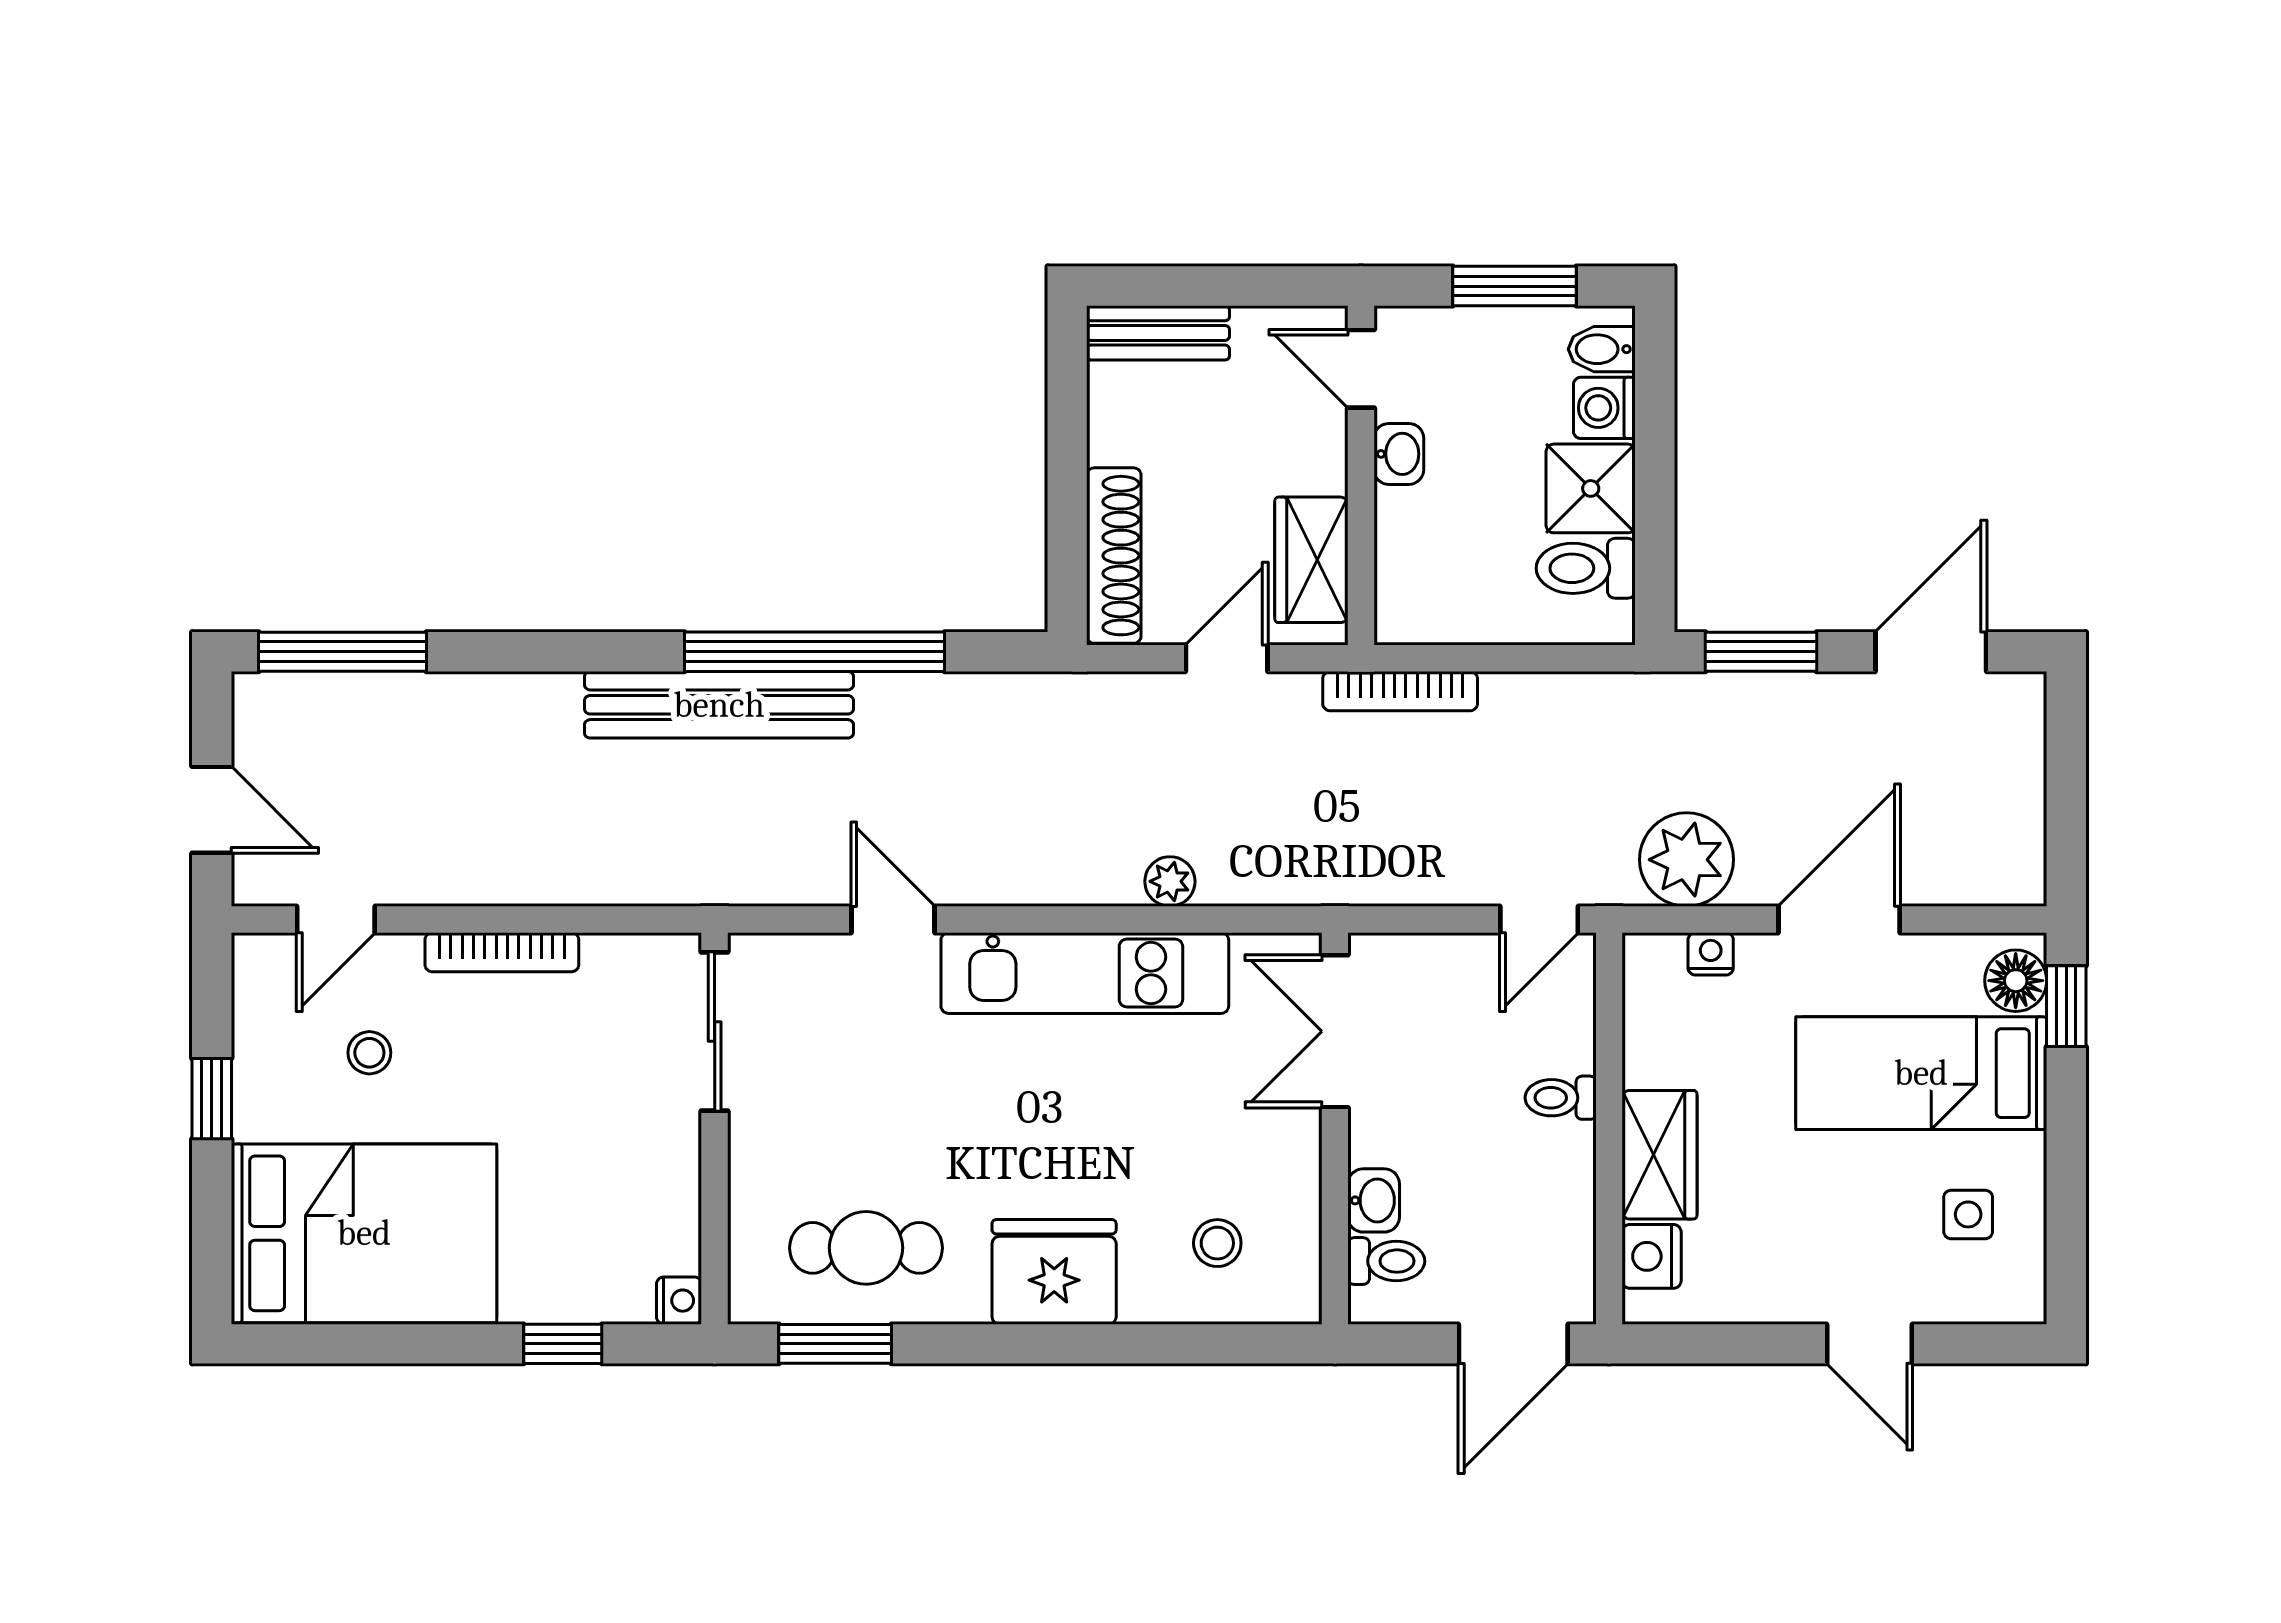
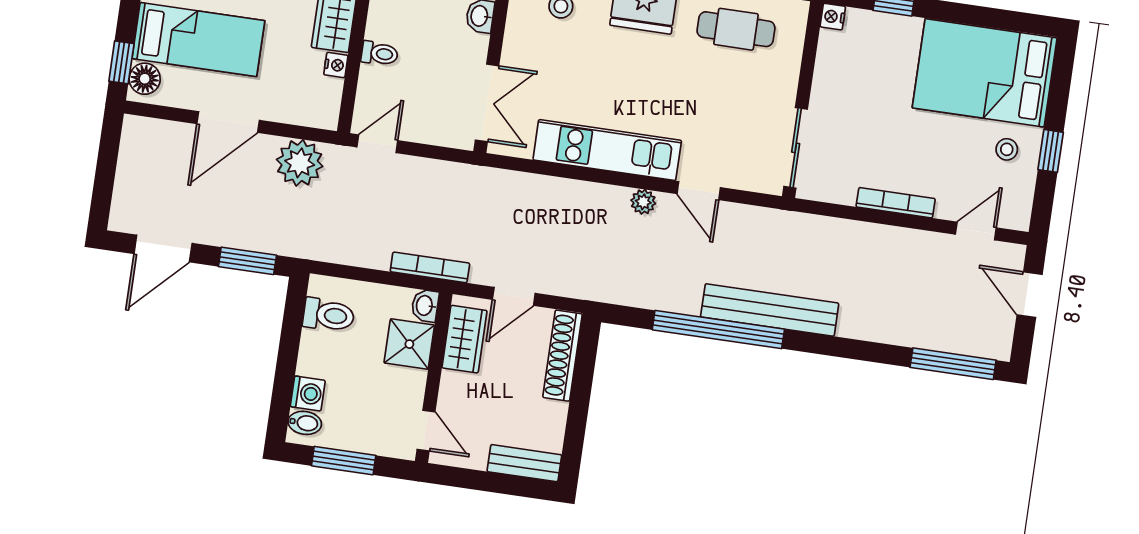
washbasin: (1399, 454) -> (425, 306), moved
shower: (1591, 488) -> (409, 344), moved
plant: (1170, 881) -> (643, 202), moved
nightstand: (1711, 954) -> (336, 65), moved, turned -90
stool: (369, 1053) -> (1007, 149), moved

